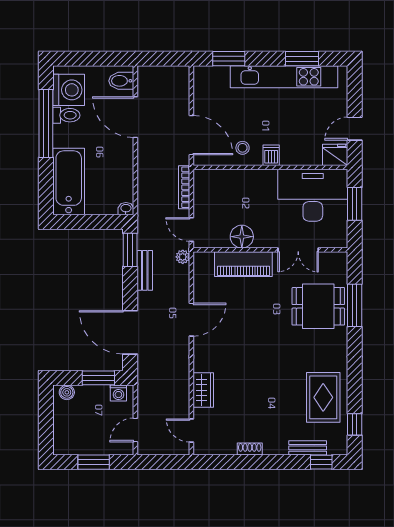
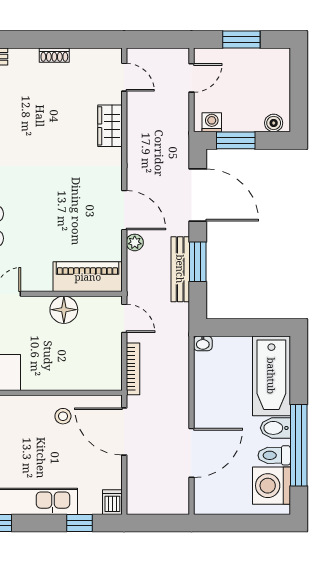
window: (229, 59) -> (79, 523), width x0.67
bidet: (121, 81) -> (275, 428), moved, turned 180
door: (135, 117) -> (191, 453), hinge flipped
dishwasher: (271, 155) -> (112, 502), moved, turned 180
window: (130, 250) -> (198, 262), moved
plant: (183, 257) -> (135, 242), moved
piano: (243, 264) -> (88, 277), moved
bench: (145, 270) -> (180, 269), width x1.36
door: (191, 320) -> (124, 210), swing flipped

